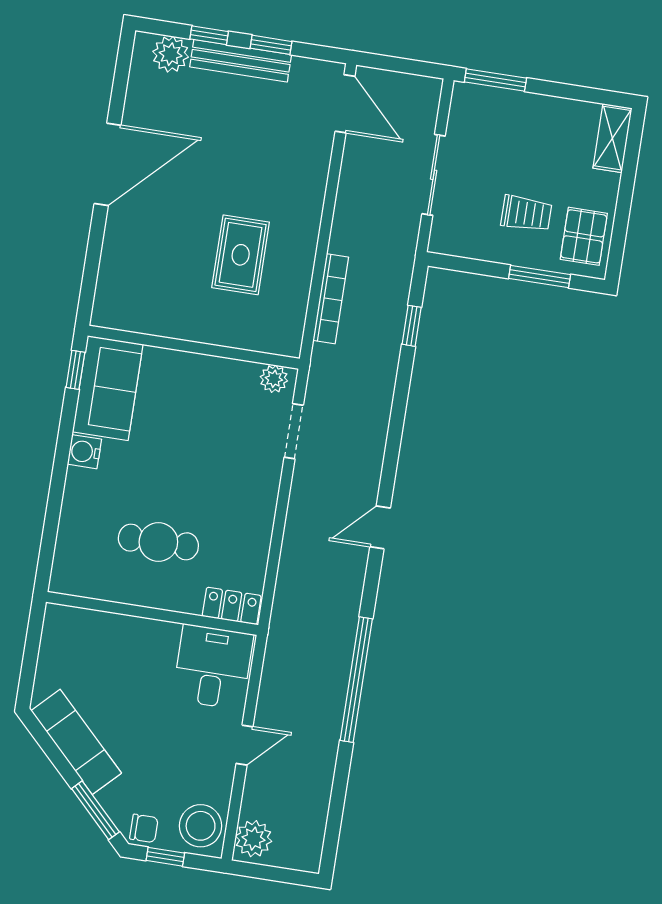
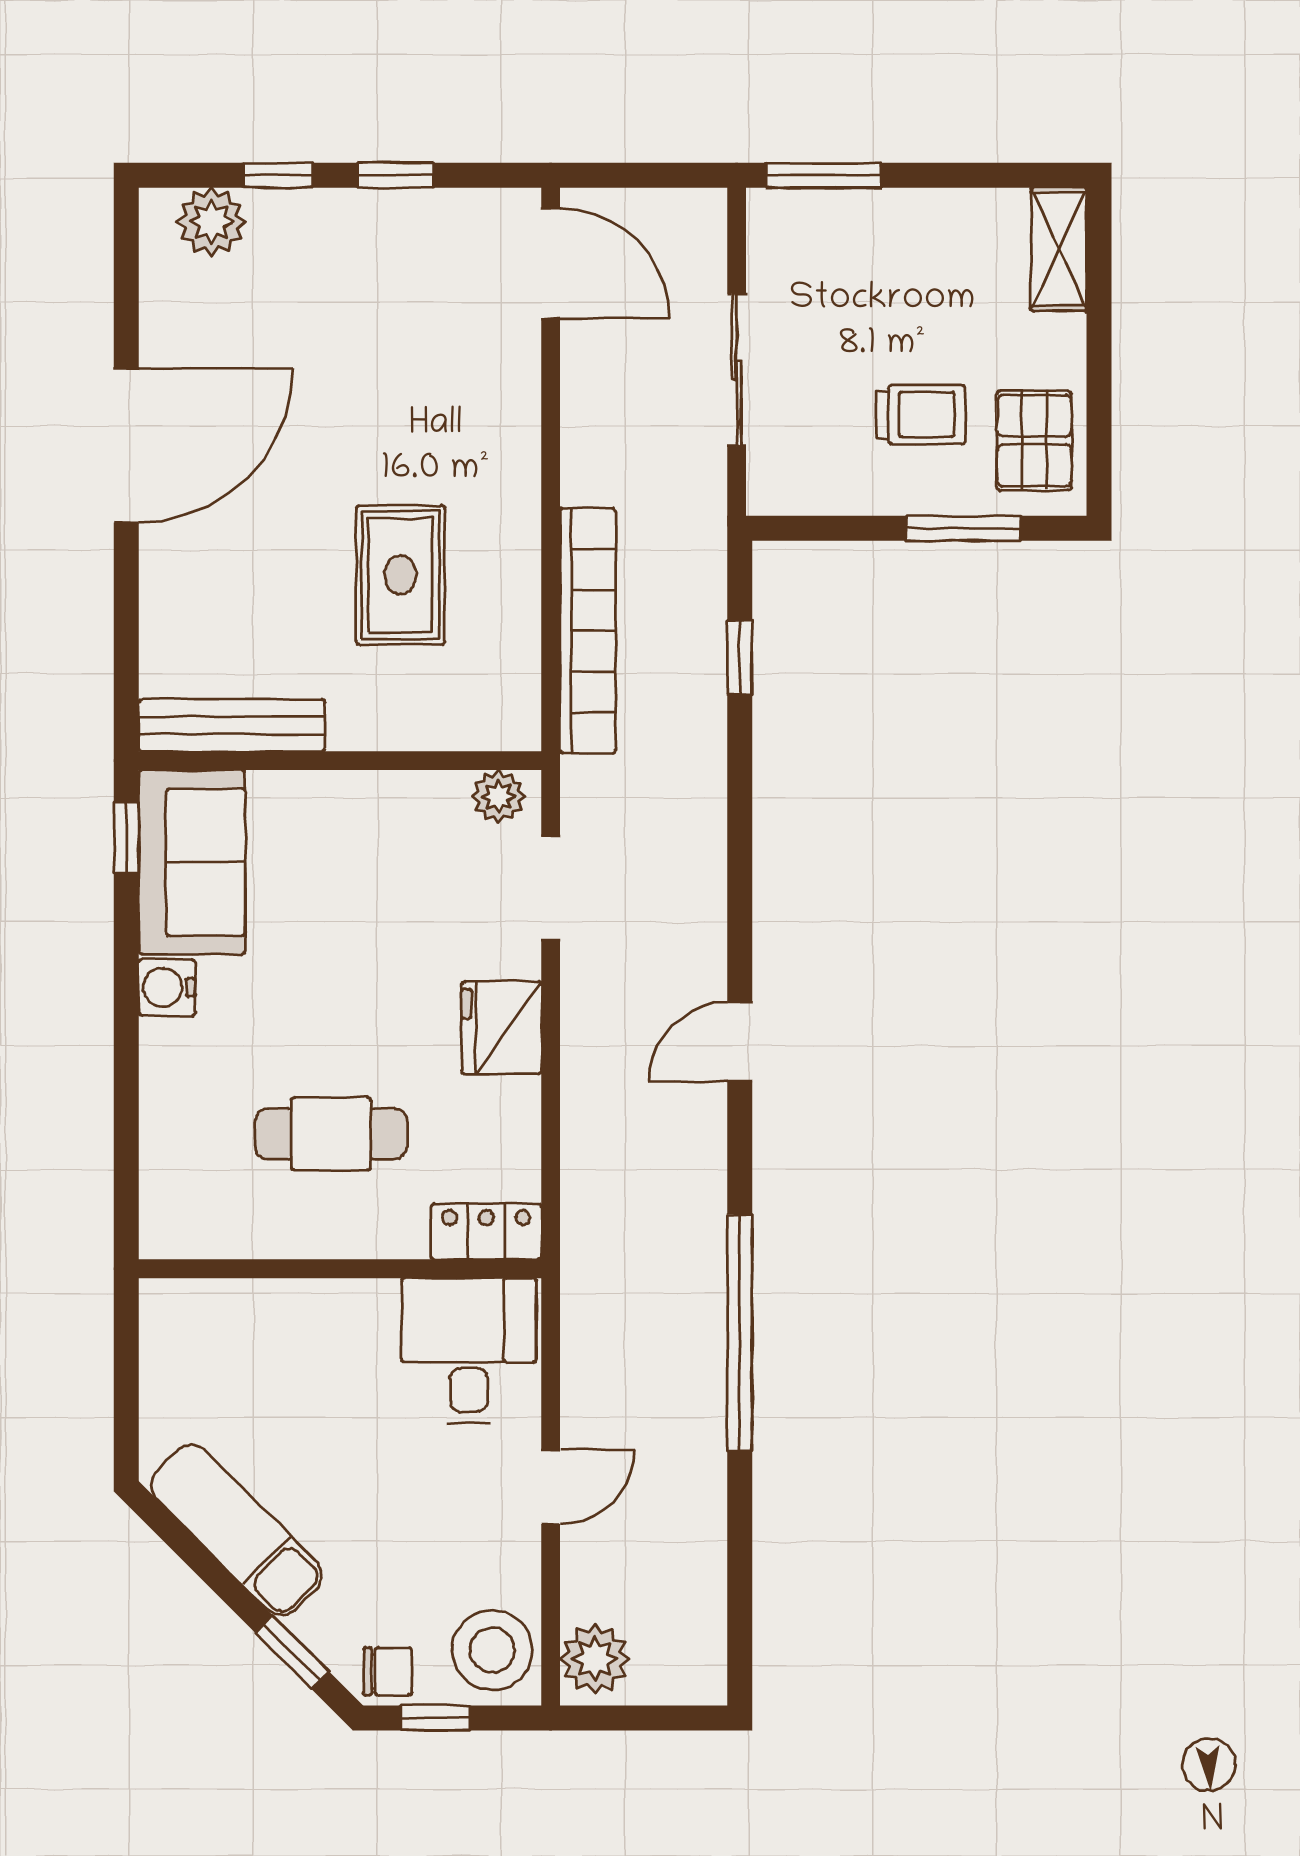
bench: (241, 61) -> (232, 725), moved
bookcase: (331, 299) -> (588, 631), width x1.48, depth x1.31
fridge: (256, 500) -> (502, 1028), added
window: (95, 810) -> (292, 1652), width x0.67

